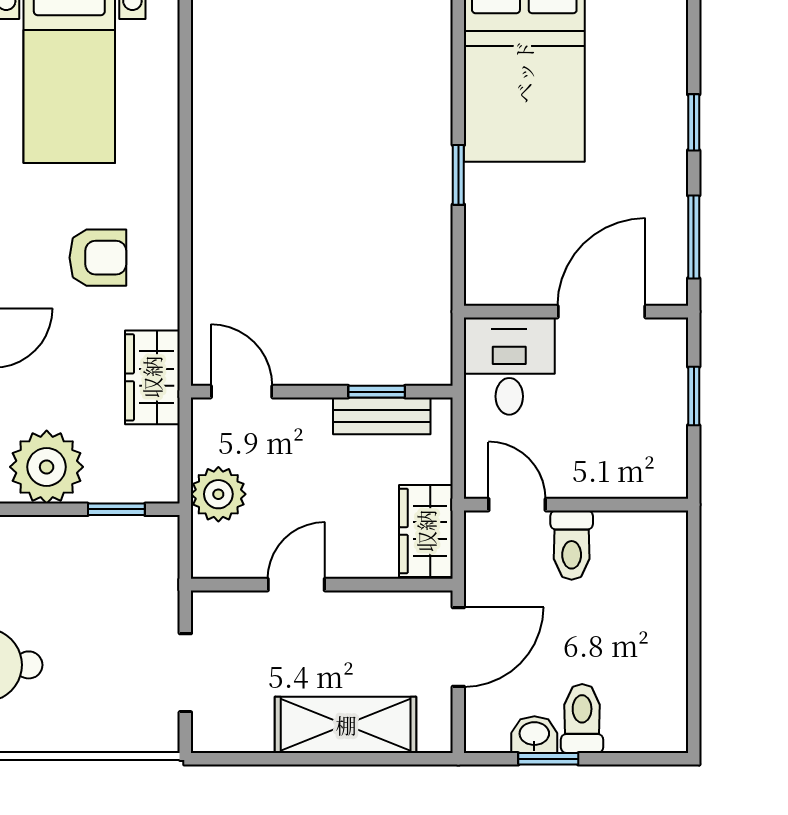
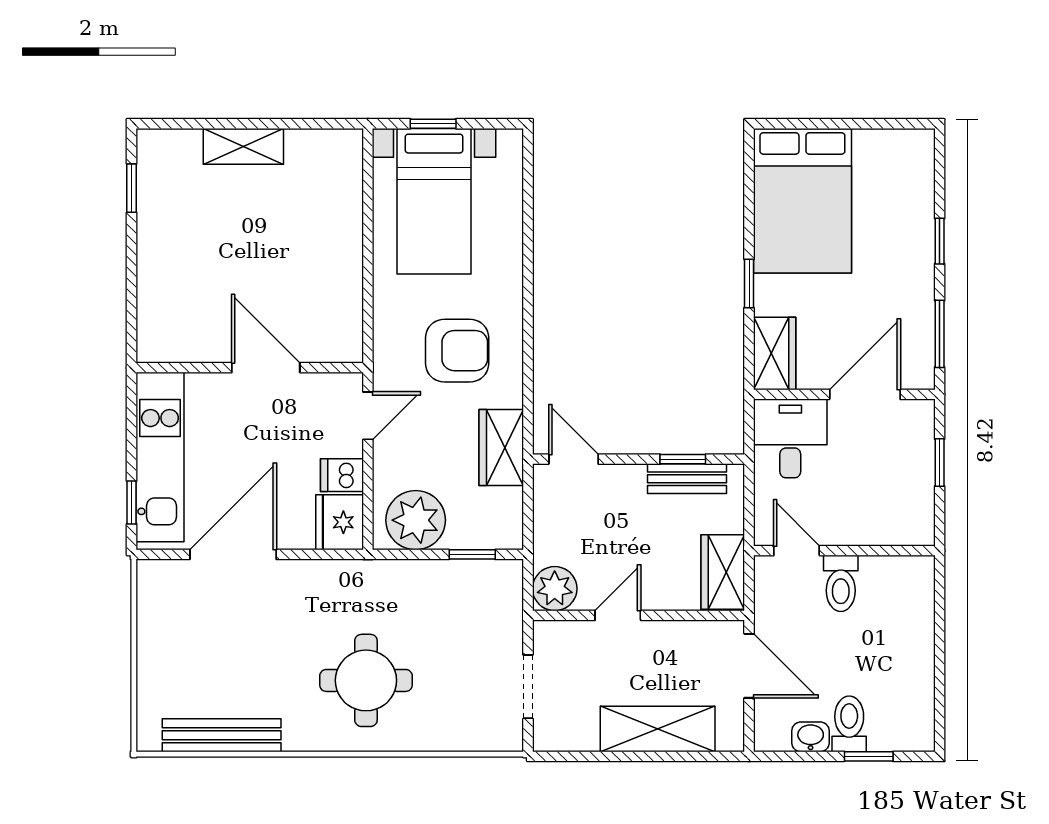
armchair: (98, 258) -> (457, 351), width x1.38, depth x1.38
wardrobe: (490, 261) -> (775, 353), added
plant: (218, 494) -> (555, 589), moved
door: (458, 647) -> (749, 666), hinge flipped
window: (548, 759) -> (869, 756), moved

